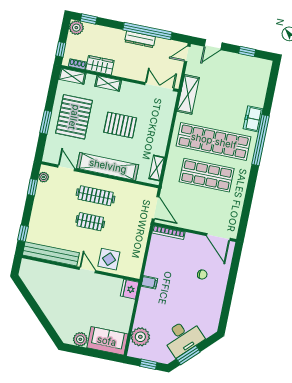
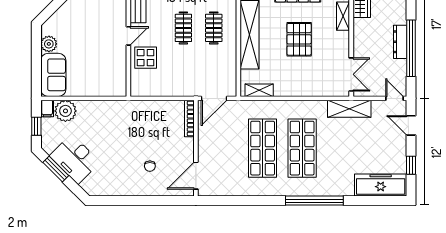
freezer: (253, 119) -> (381, 185), moved, width x1.91, depth x1.26
shop shelf: (214, 141) -> (302, 148), width x0.71
clothes rail: (96, 196) -> (214, 28), width x0.73
filing cabinet: (149, 282) -> (47, 108), moved
fridge: (130, 289) -> (117, 88), removed

